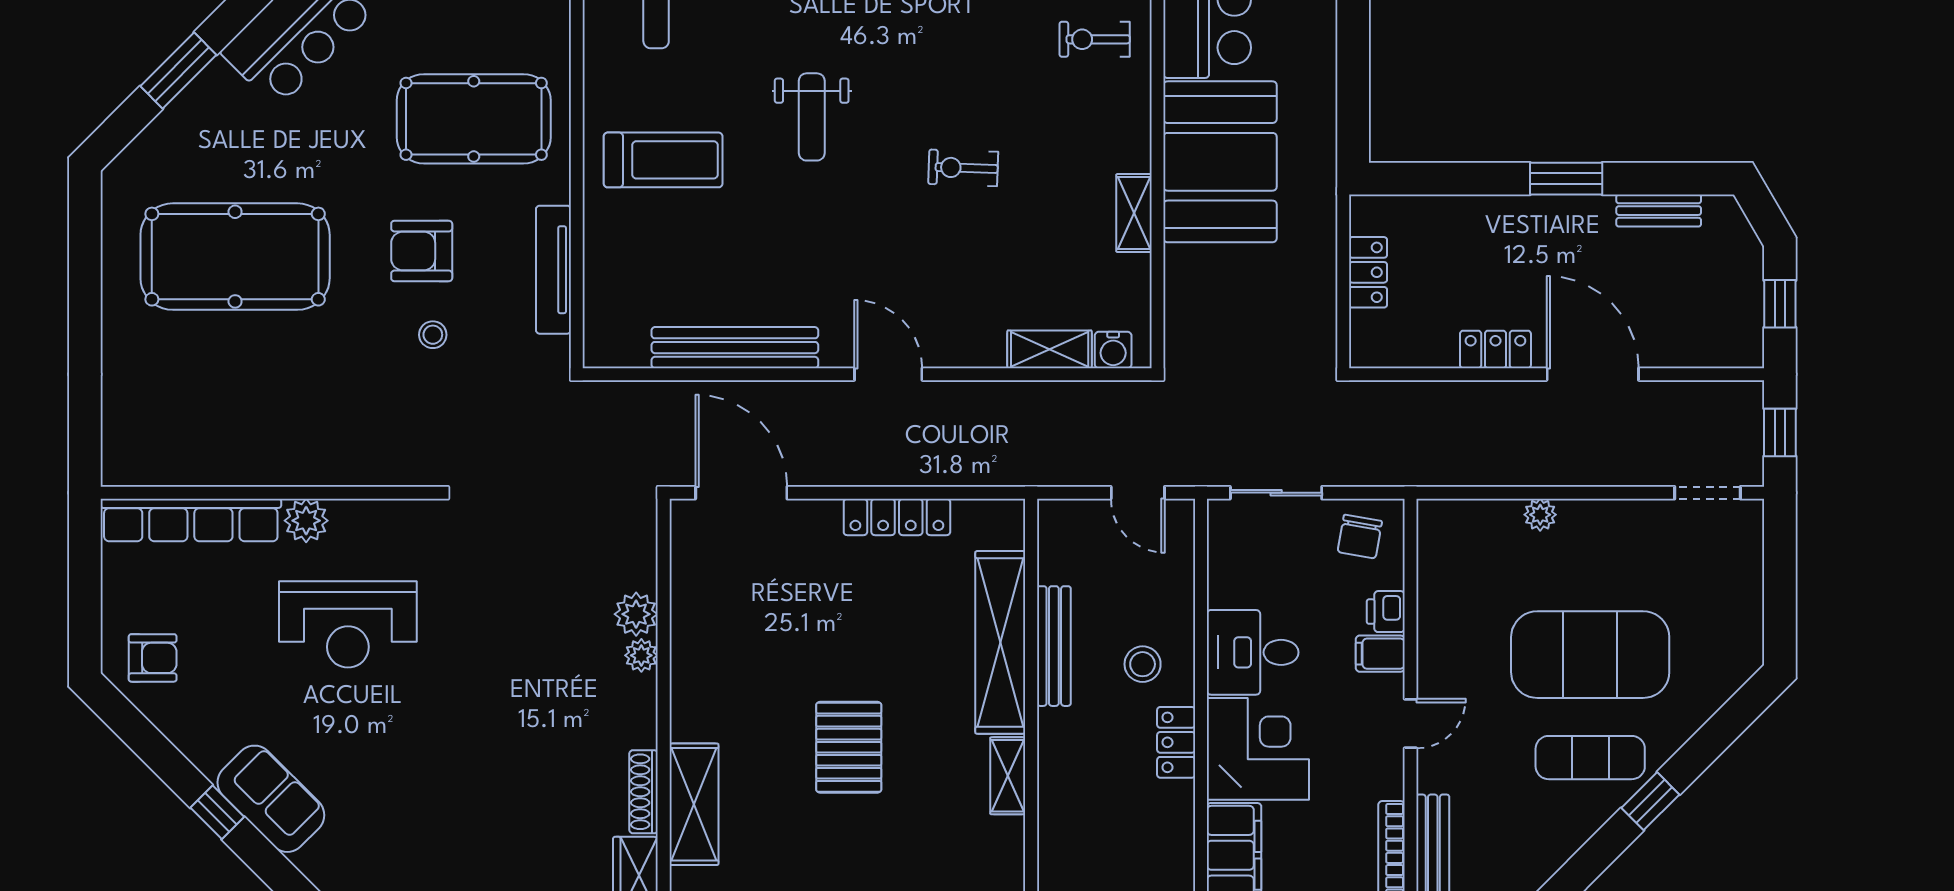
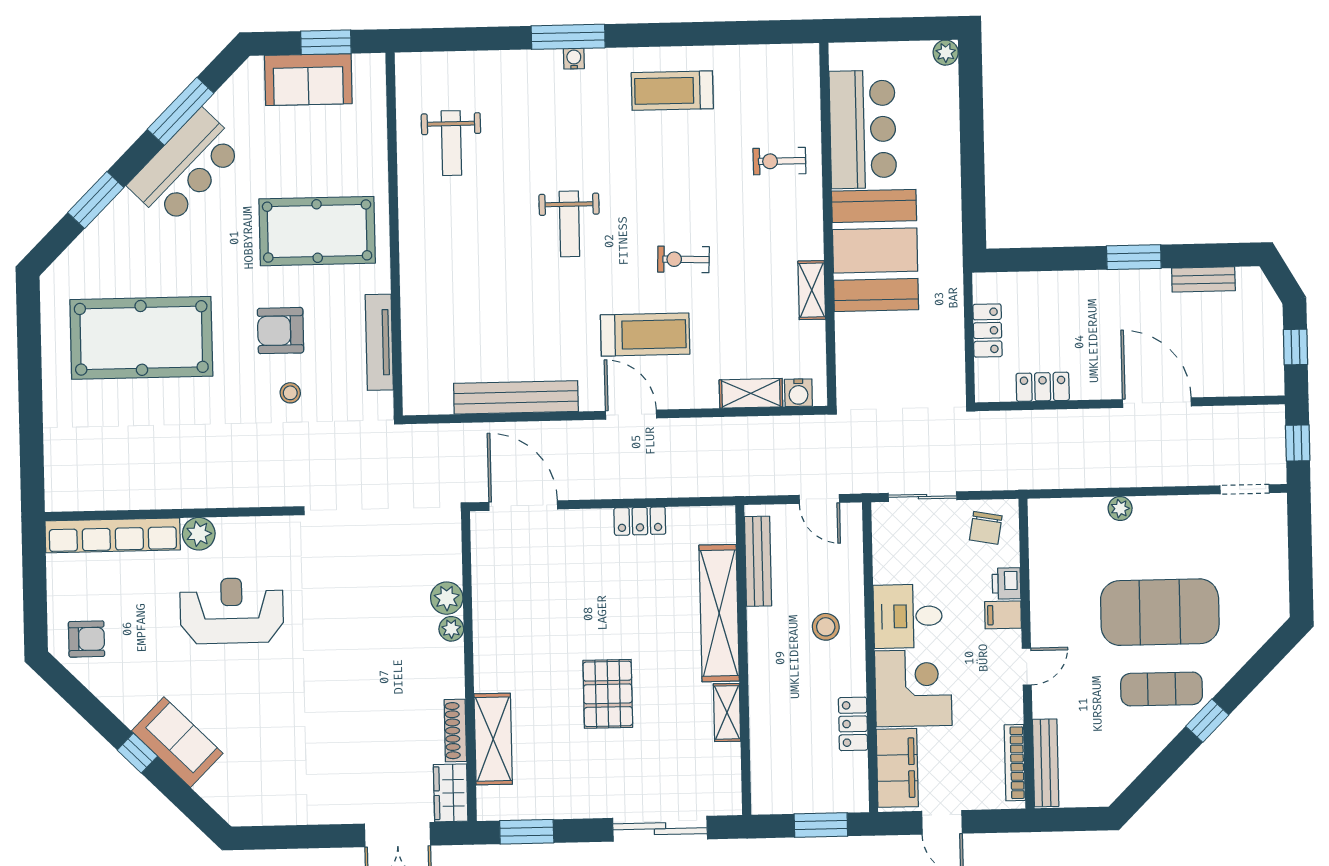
treadmill: (663, 160) -> (645, 335), moved
locker: (1495, 349) -> (1043, 387), moved
locker: (897, 517) -> (640, 521), width x0.66
reception desk: (348, 624) -> (232, 611), turned 180
bench: (1054, 646) -> (758, 561), moved
locker: (1176, 742) -> (853, 724), moved

